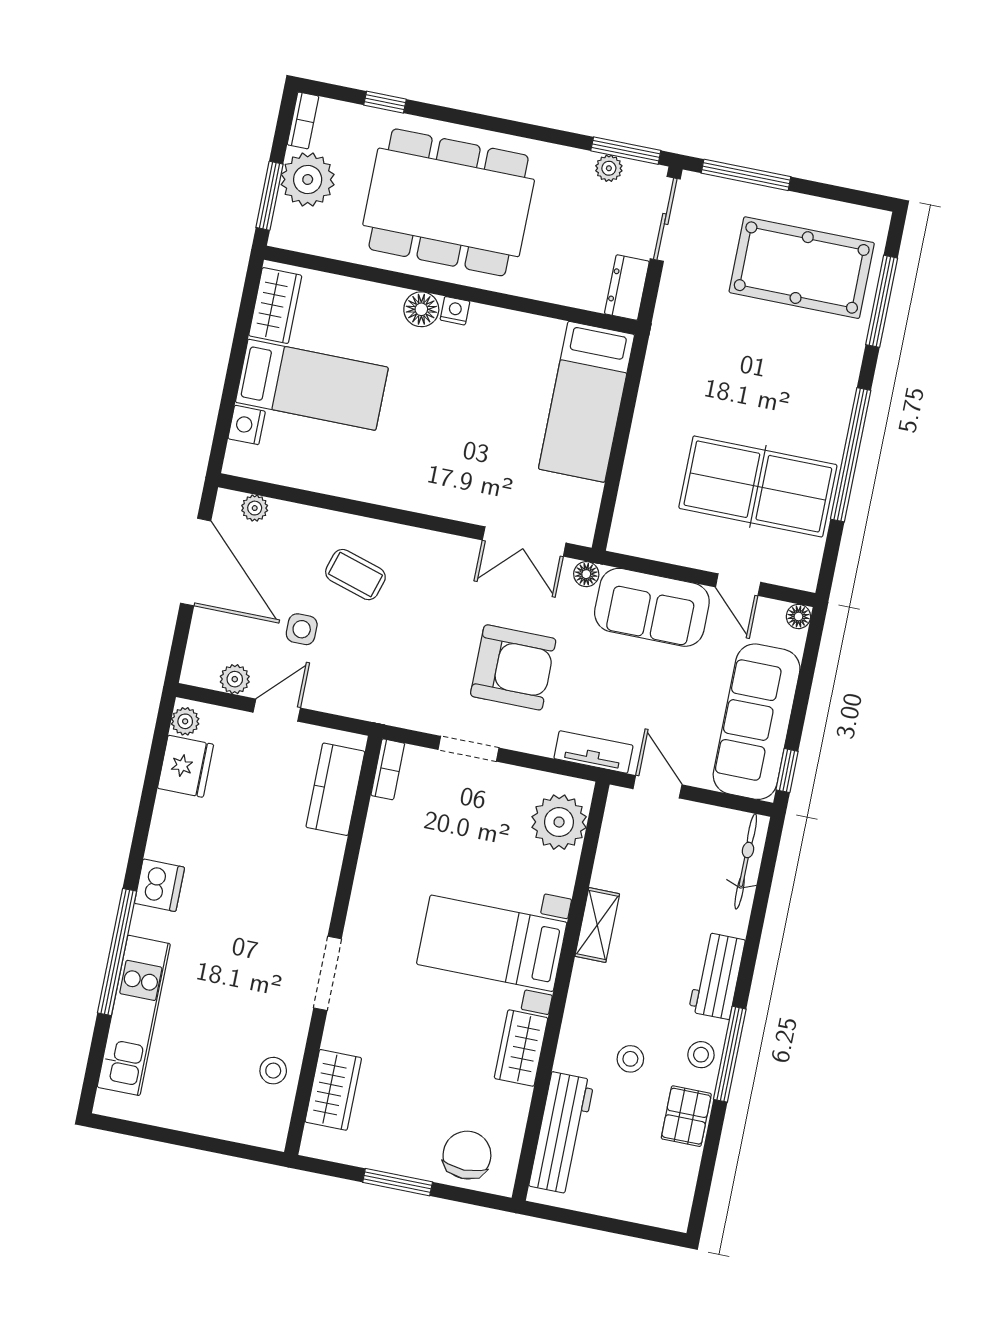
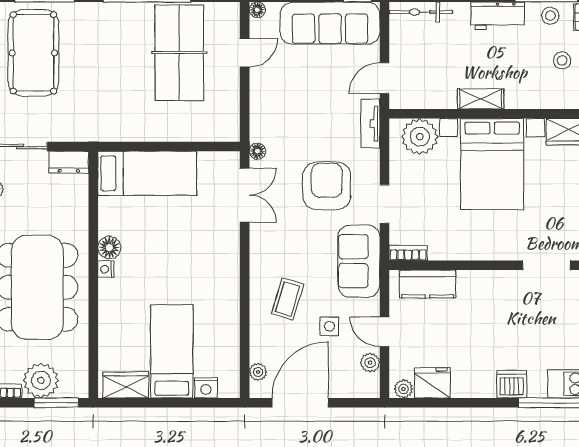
floor lamp: (421, 309) -> (109, 248), moved
sofa: (652, 607) -> (359, 261), moved, turned 180
bed with nightstands: (492, 943) -> (492, 164), width x1.36

